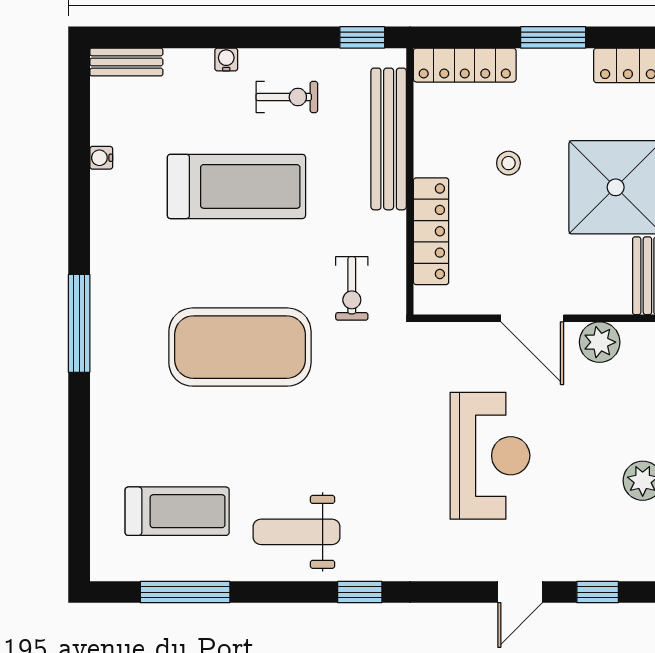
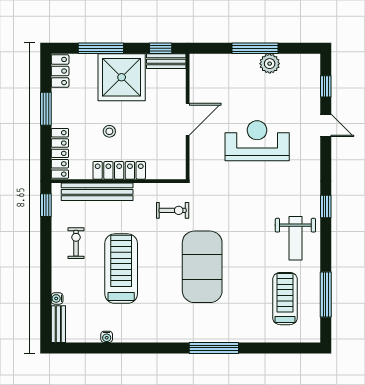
water cooler: (226, 60) -> (57, 298), moved
locker: (431, 231) -> (119, 170), moved
window: (79, 323) -> (214, 348), moved
plant: (600, 342) -> (200, 85), removed

